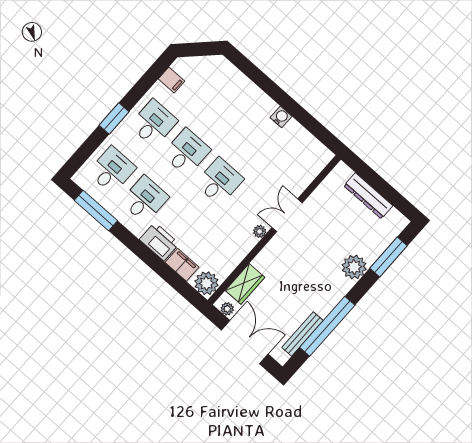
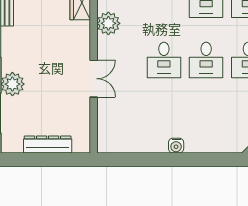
water cooler: (281, 117) -> (176, 146), moved
plant: (260, 231) -> (108, 23), moved, width x1.88, depth x1.88

